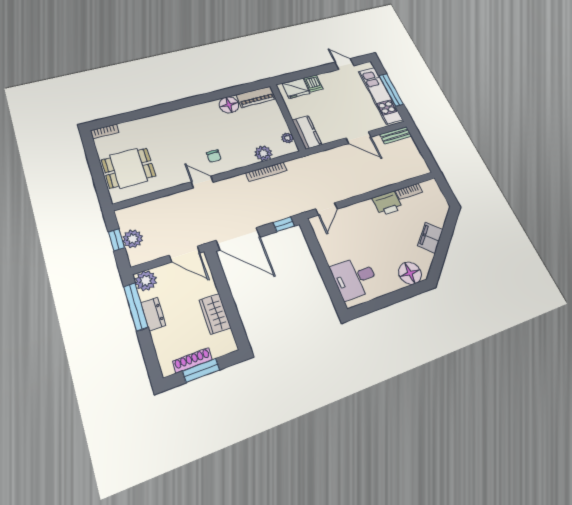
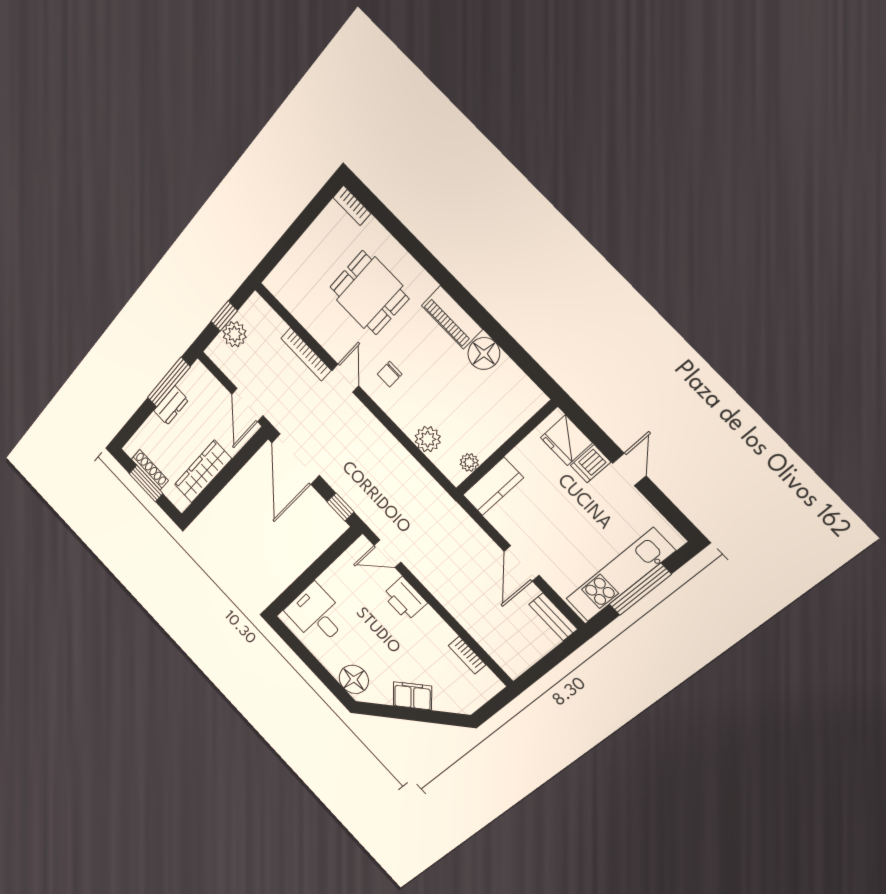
door: (344, 64) -> (629, 469), moved
piano: (256, 97) -> (452, 317), moved
dining table: (128, 168) -> (369, 293), moved
bookcase: (266, 172) -> (306, 354), moved
printer: (387, 203) -> (405, 599), moved
plant: (146, 281) -> (199, 377), removed
wardrobe: (215, 314) -> (203, 472), width x1.50

